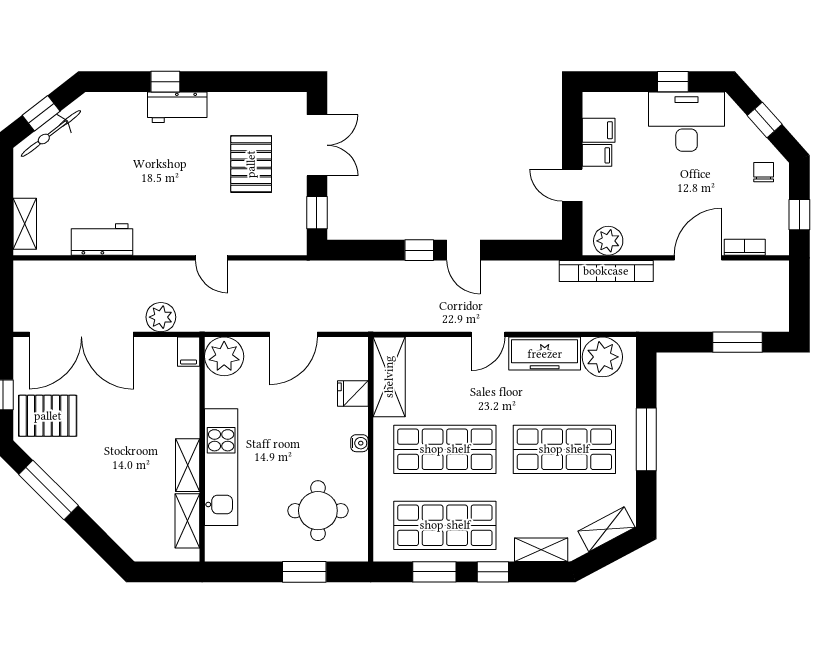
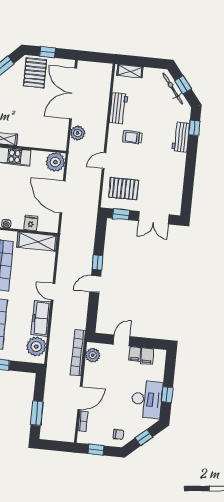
window: (165, 82) -> (194, 128), moved
workbench: (177, 107) -> (181, 137), moved
pallet: (251, 164) -> (124, 189), moved
trolley: (158, 205) -> (132, 137), added
door: (698, 258) -> (80, 398), hinge flipped
door: (293, 334) -> (63, 197), width x1.36
filing cabinet: (189, 352) -> (59, 145), removed

